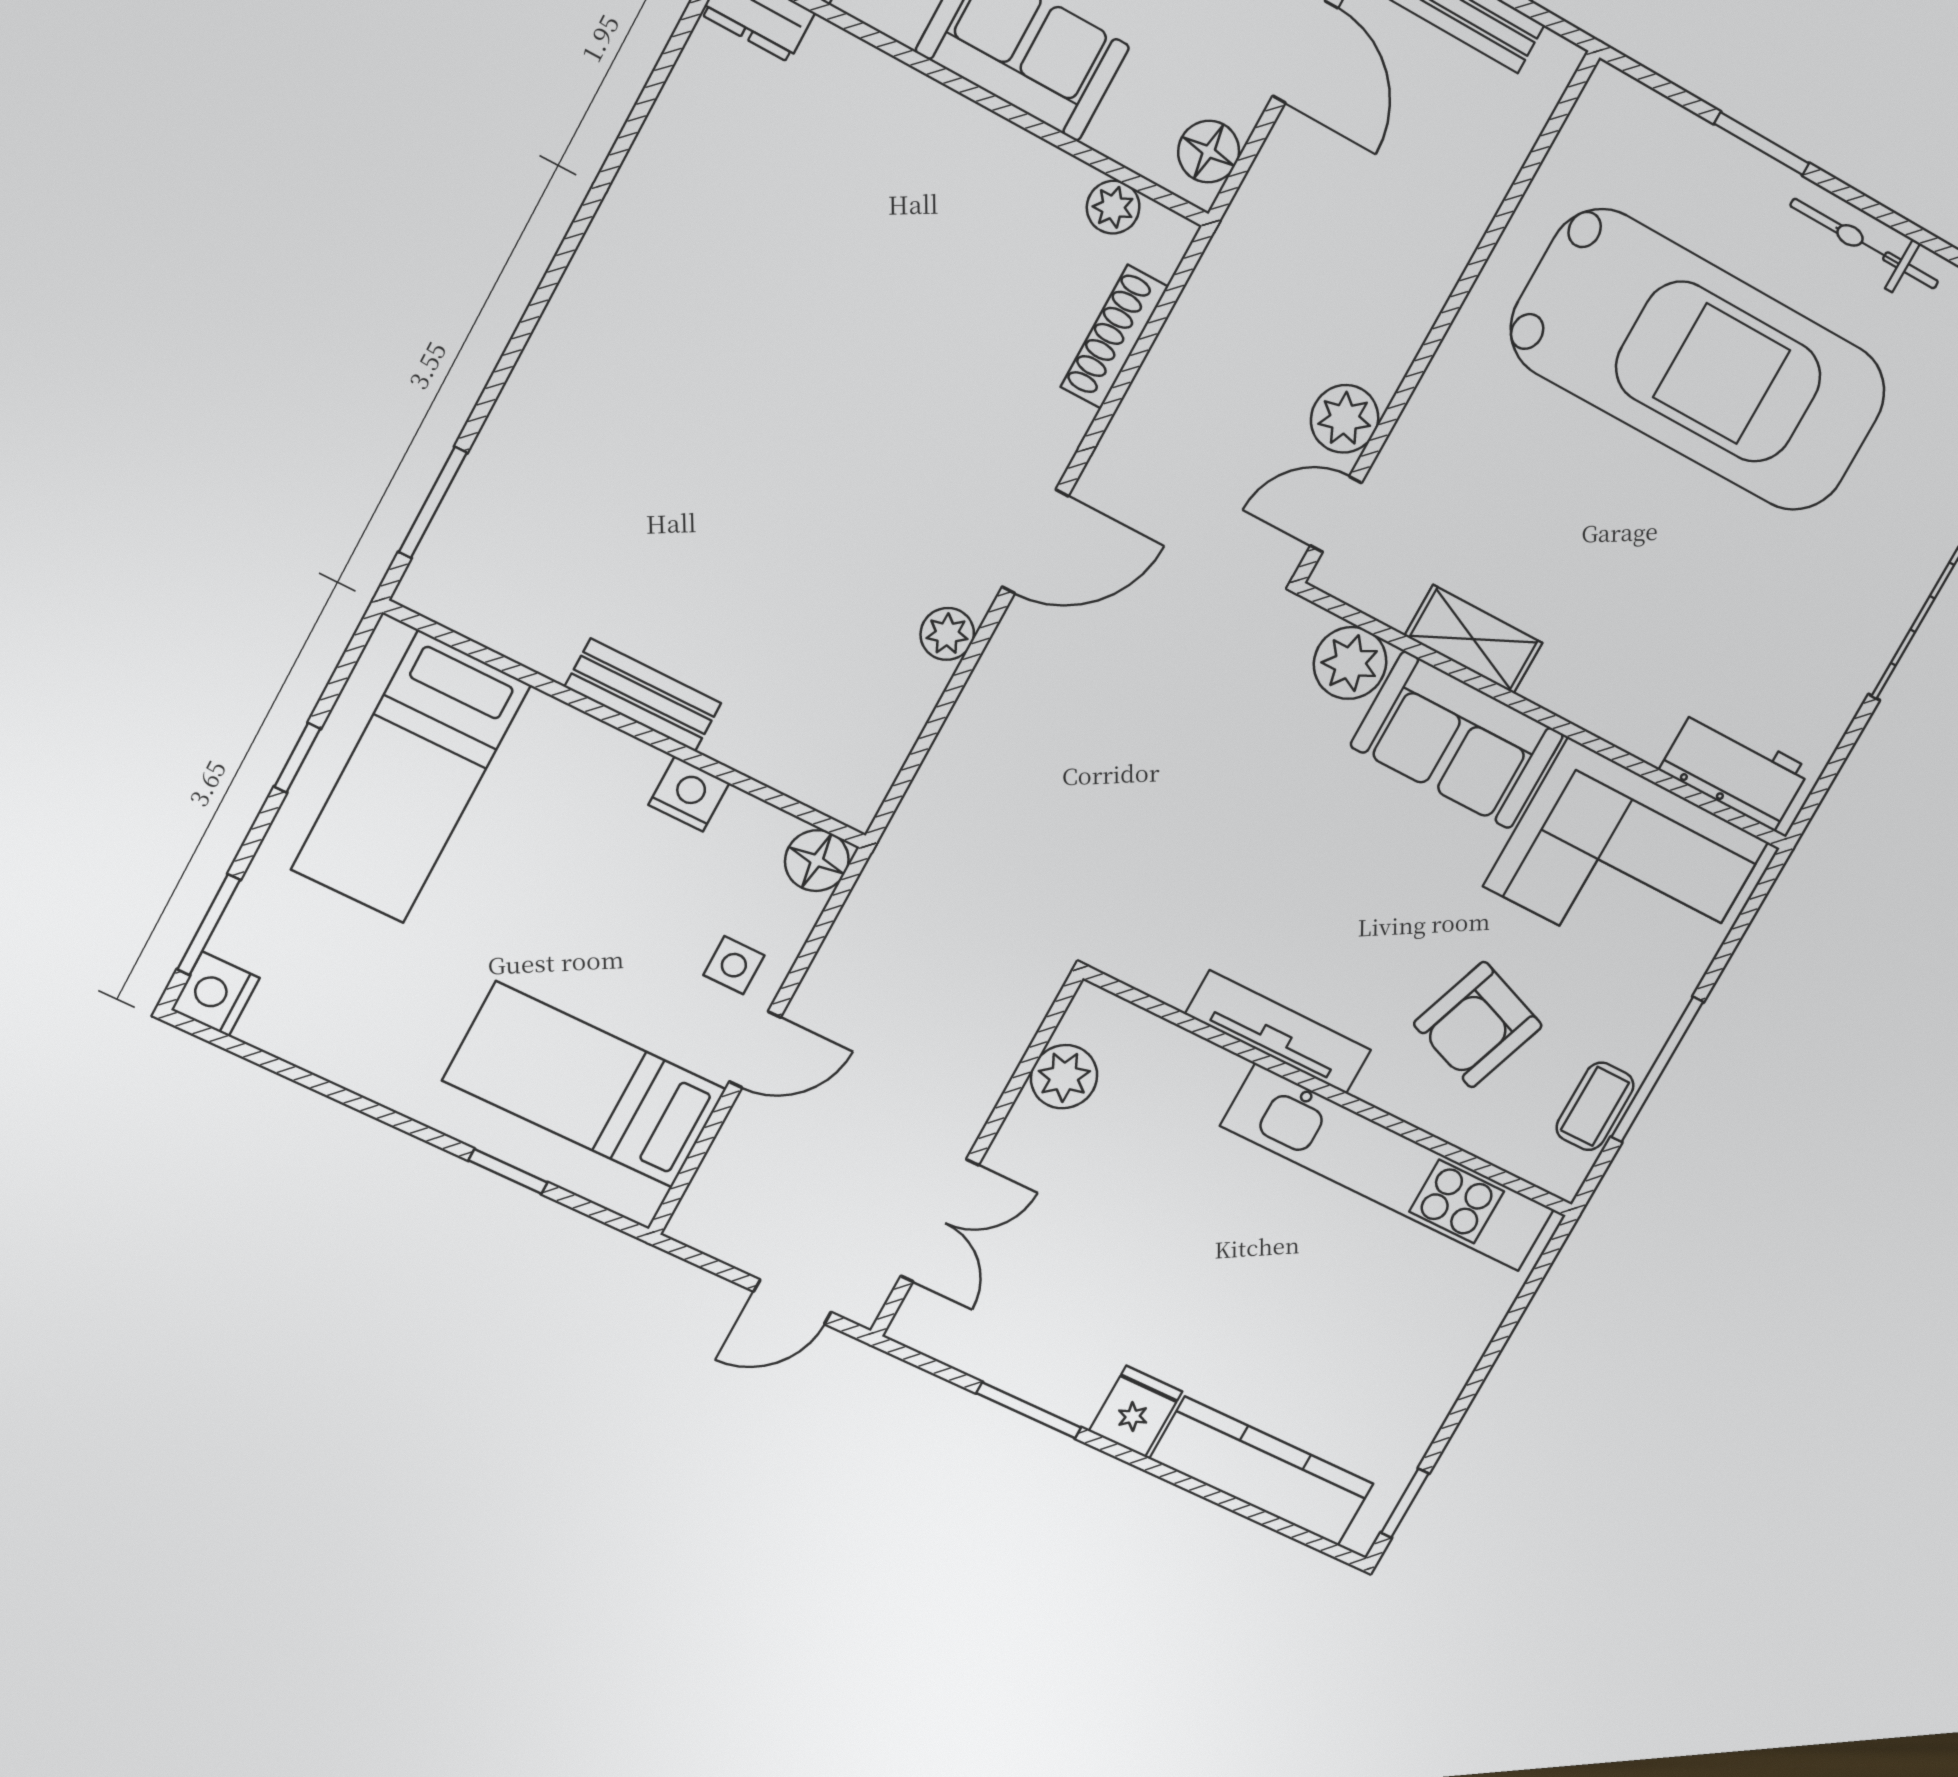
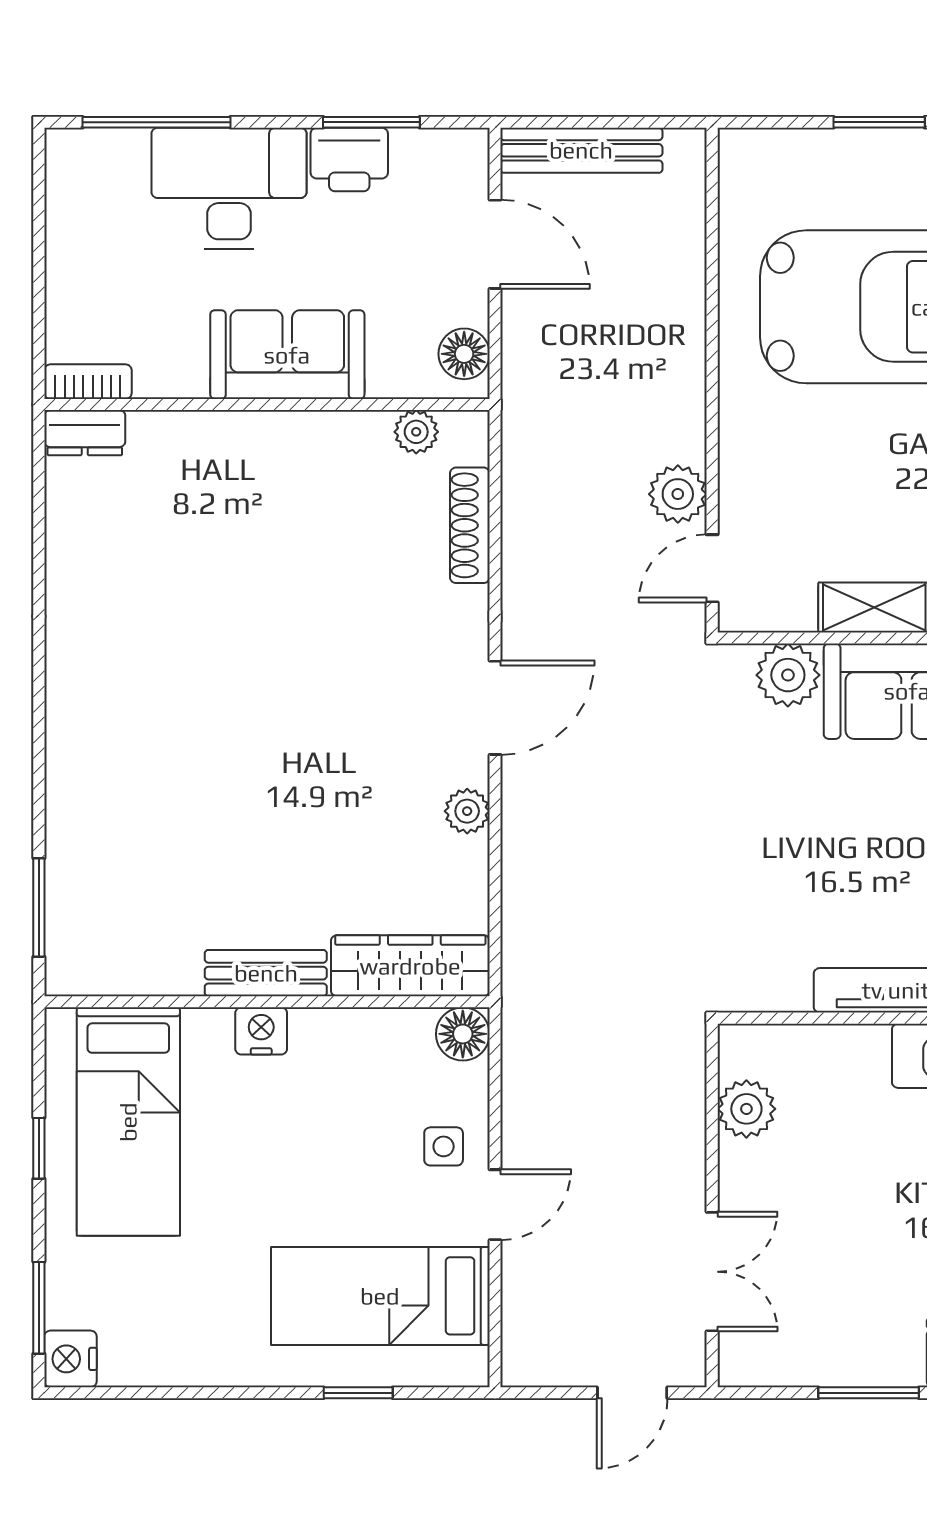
wardrobe: (800, 764) -> (410, 966), added
nightstand: (689, 794) -> (261, 1031), moved

